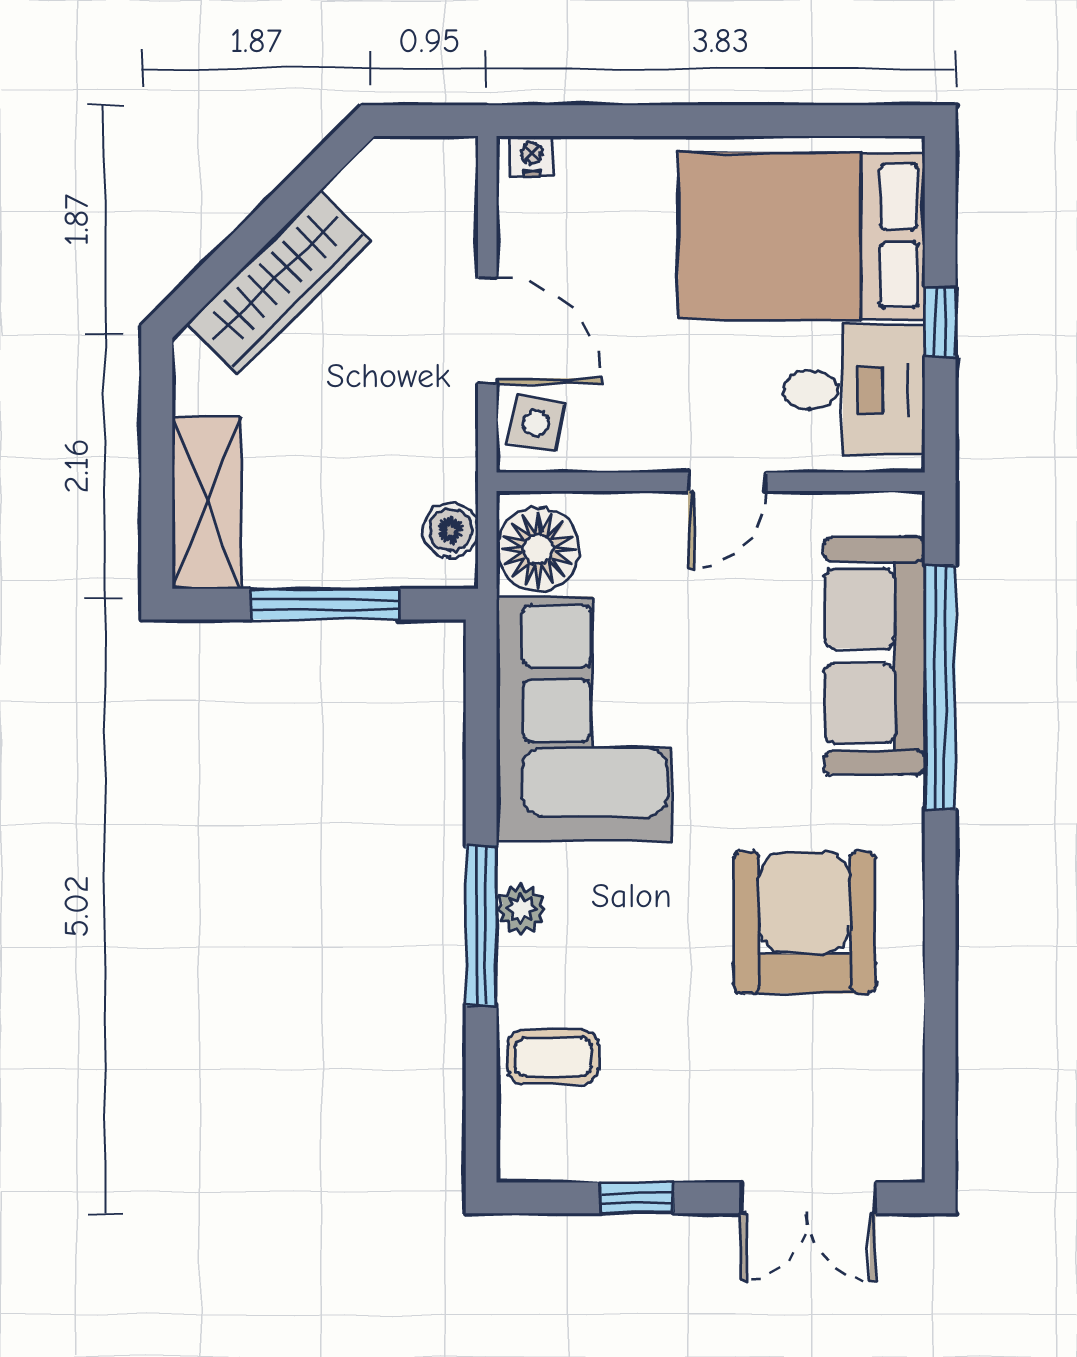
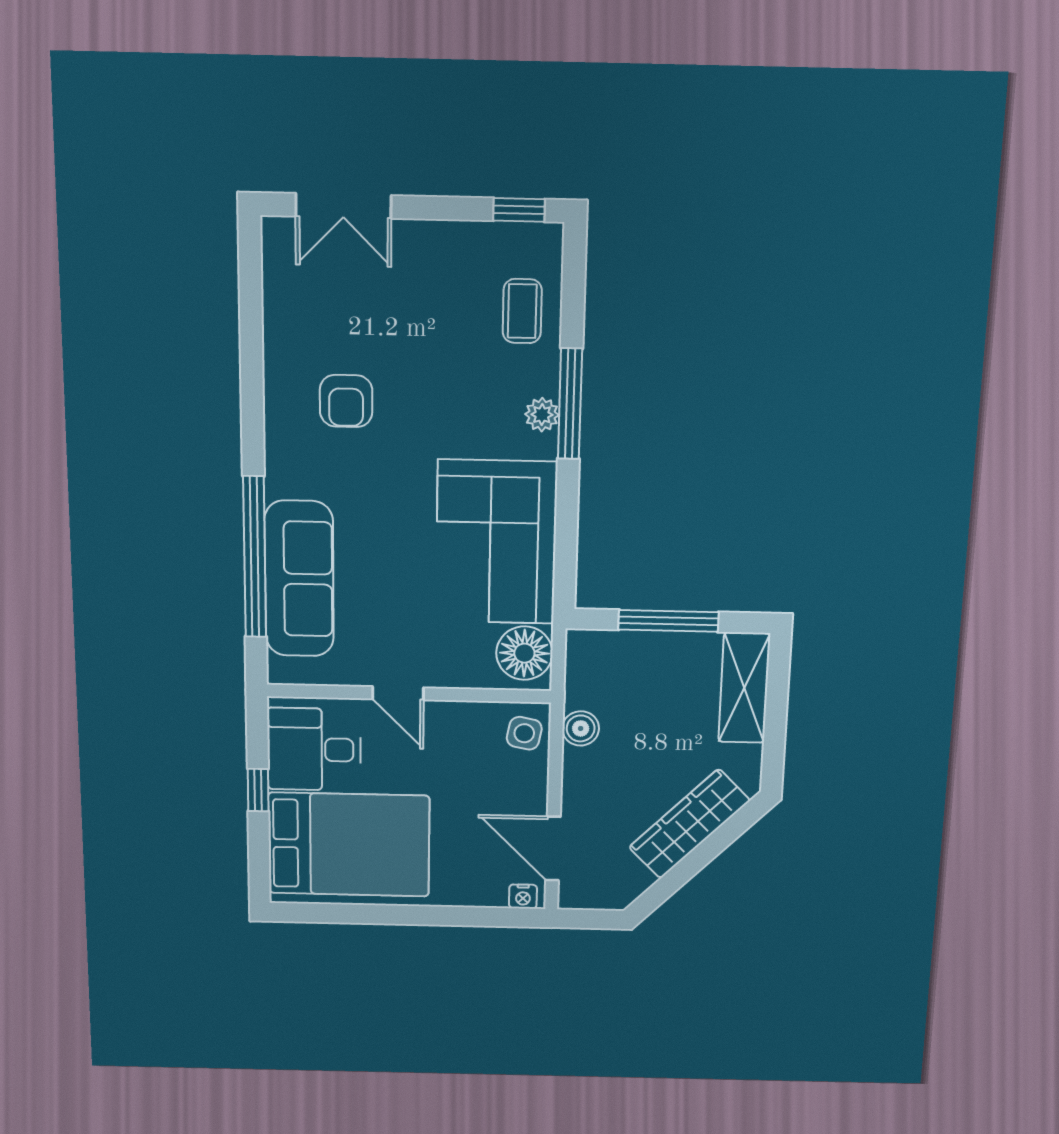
door: (487, 331) -> (553, 849), moved
door: (727, 482) -> (398, 693), swing flipped
boiler: (451, 530) -> (581, 728), moved
armchair: (805, 922) -> (346, 401), width x0.53, depth x0.53
coffee table: (553, 1057) -> (522, 311), turned 90
window: (637, 1198) -> (519, 210), moved
double door: (808, 1198) -> (343, 206), swing flipped

